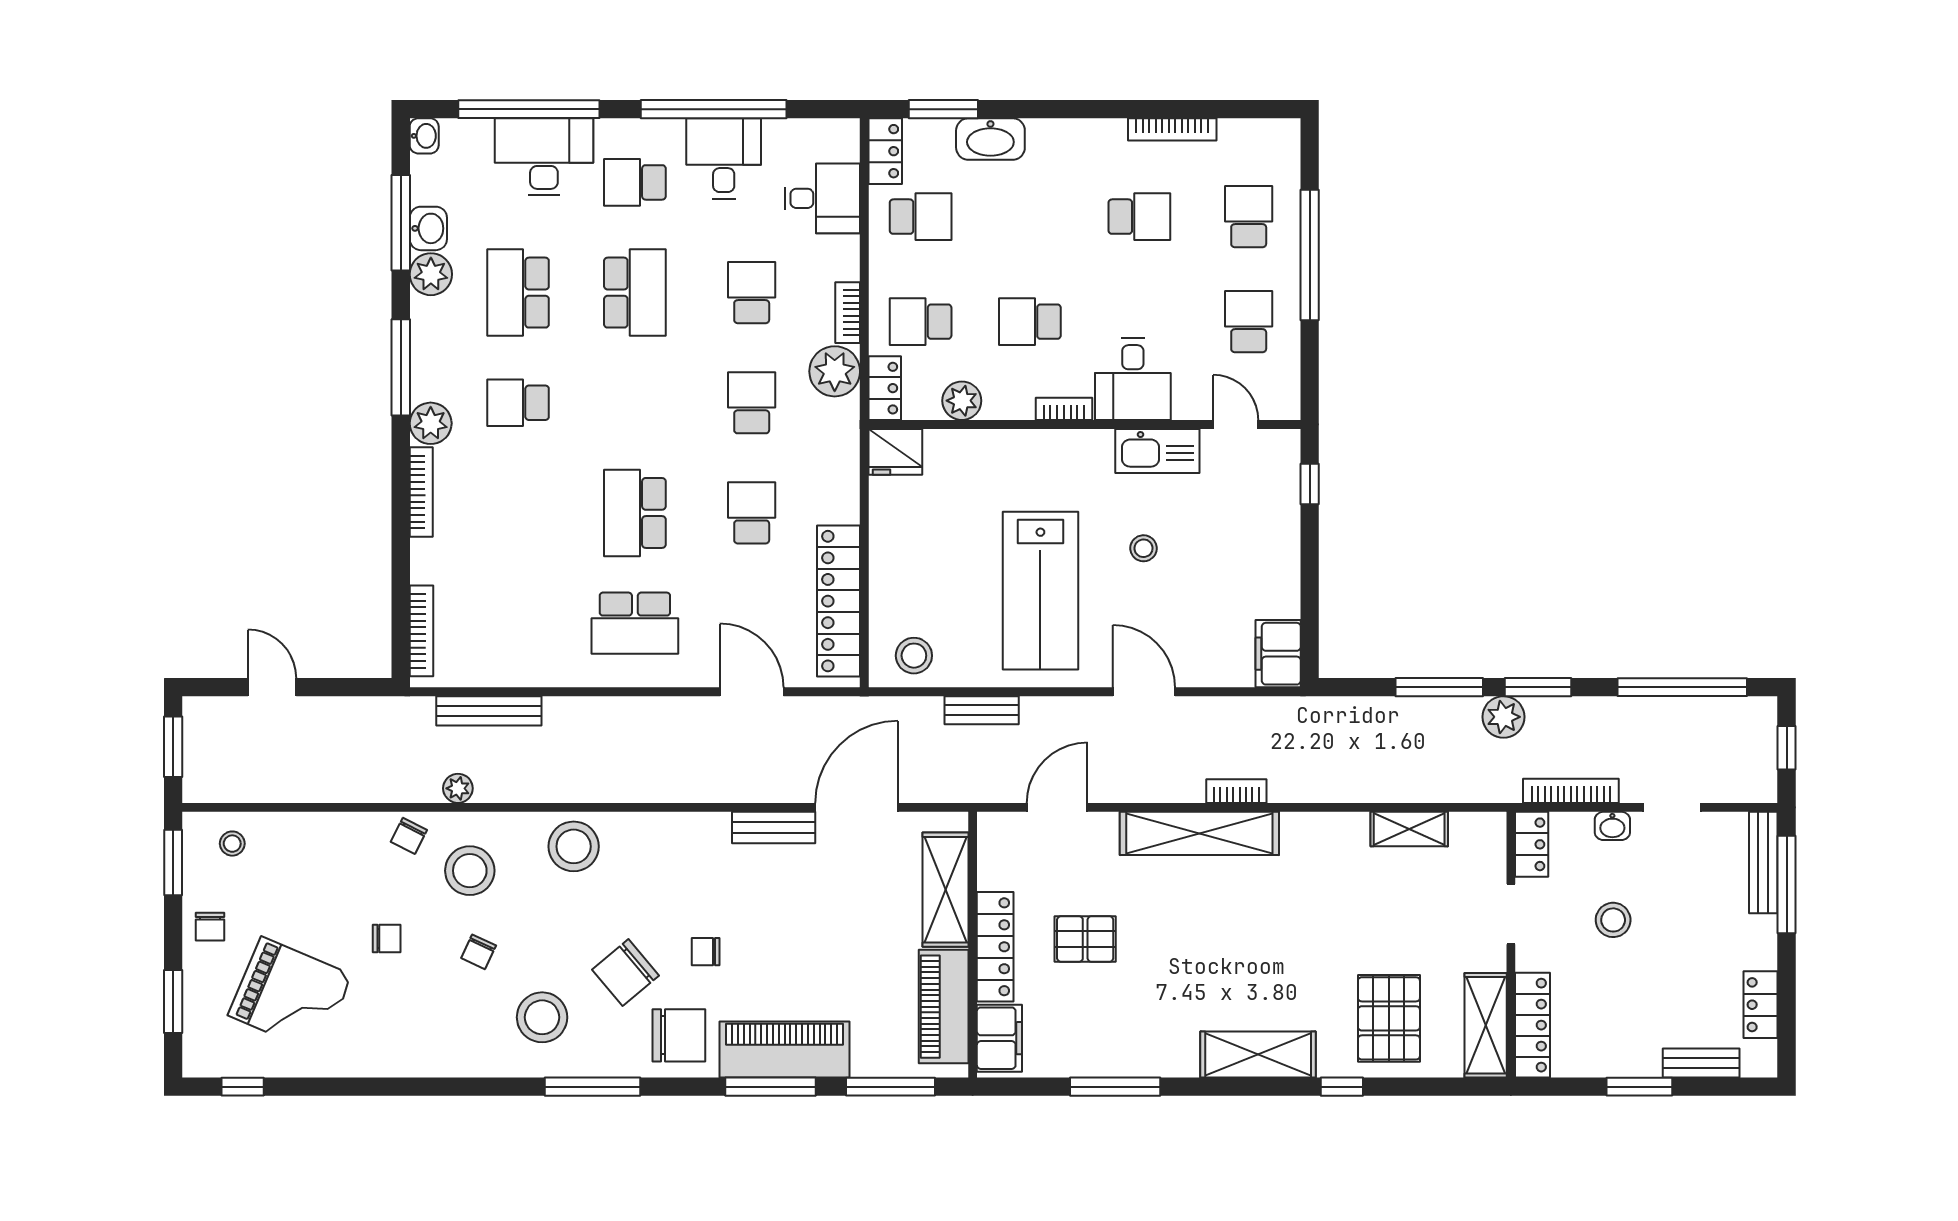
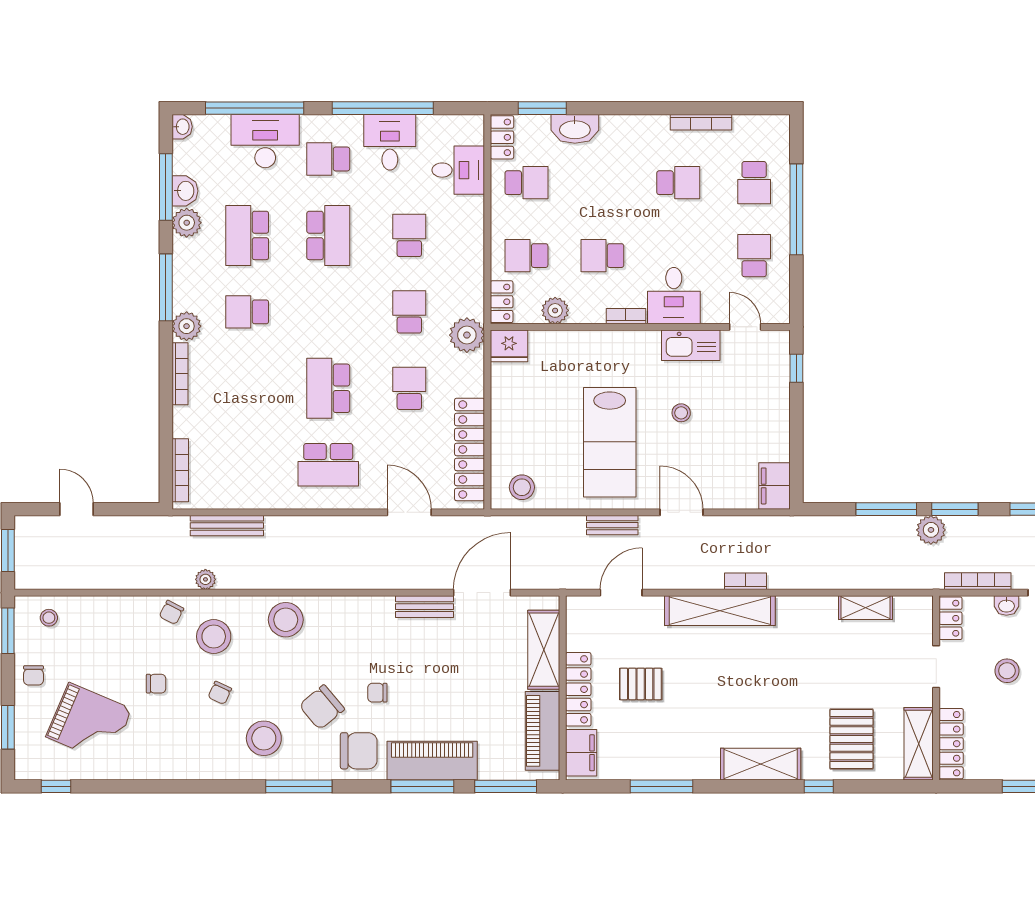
school desk: (1249, 217) -> (754, 183), turned 180
bookcase: (848, 313) -> (476, 249), removed
plant: (835, 371) -> (467, 335), moved
bench: (982, 710) -> (612, 525), moved

